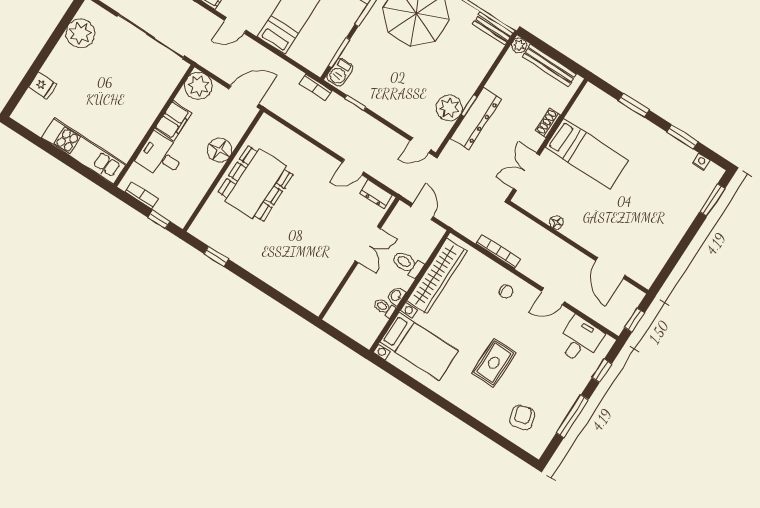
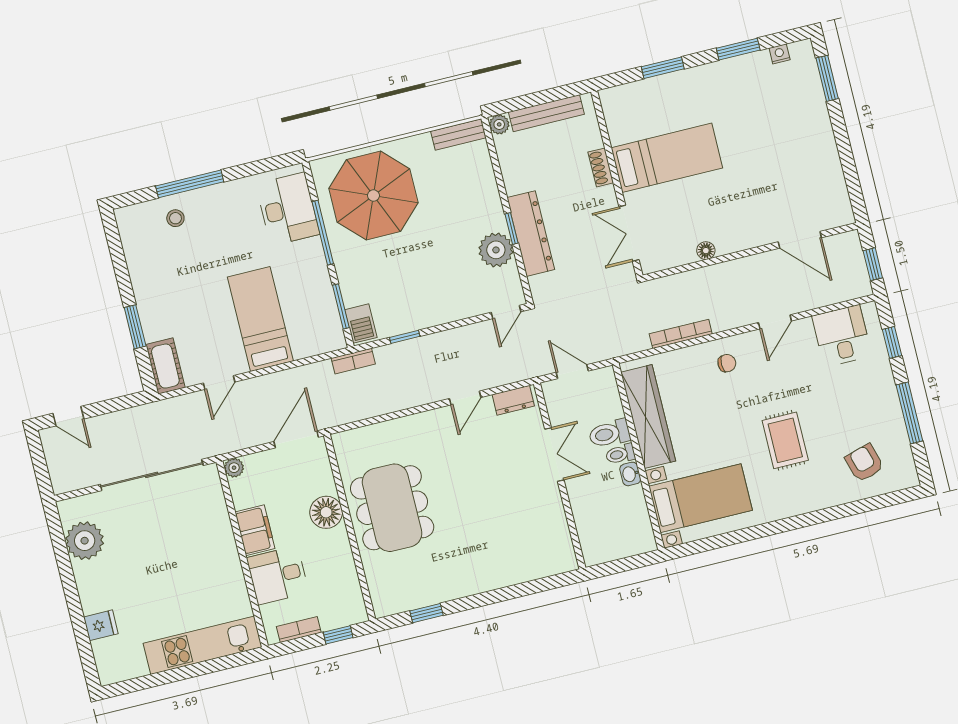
plant: (198, 86) -> (234, 468), width x0.53, depth x0.53
toilet: (384, 307) -> (620, 454), moved

